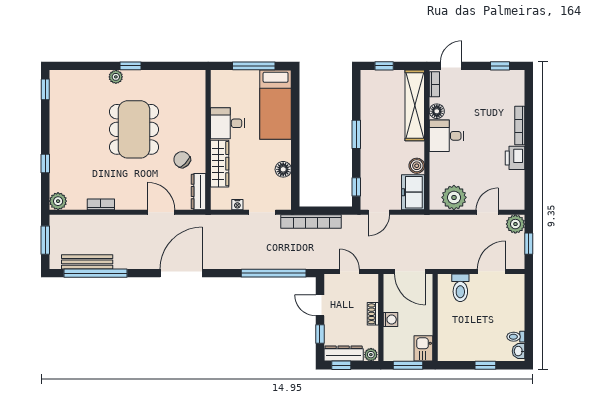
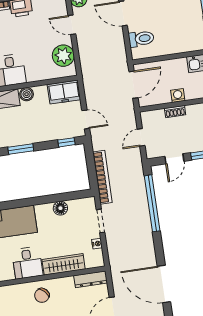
chair: (182, 160) -> (42, 295), moved
boiler: (417, 166) -> (27, 94), moved

